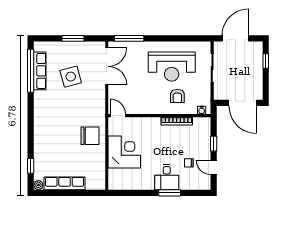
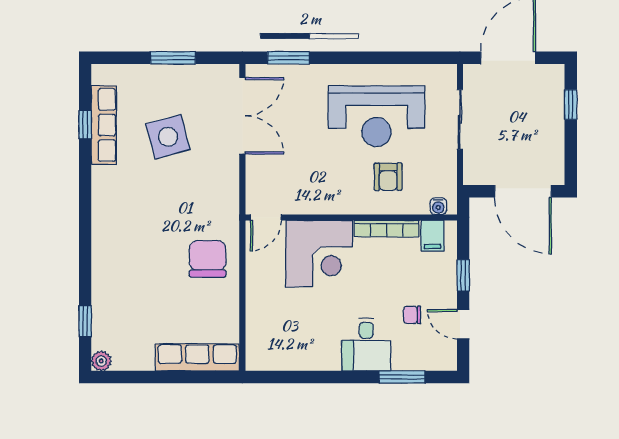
window: (129, 38) -> (289, 58), width x0.69
window: (31, 71) -> (85, 125), width x0.32
door: (118, 116) -> (266, 217), swing flipped
filing cabinet: (199, 124) -> (432, 236), added
chair: (90, 136) -> (208, 259), turned -90
corner desk: (124, 152) -> (319, 254), moved, turned 90
row of seats: (65, 183) -> (197, 357), moved
window: (170, 193) -> (402, 377), moved

